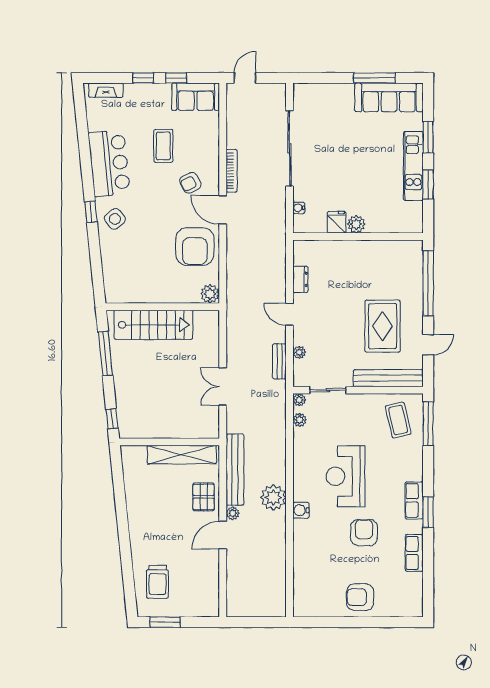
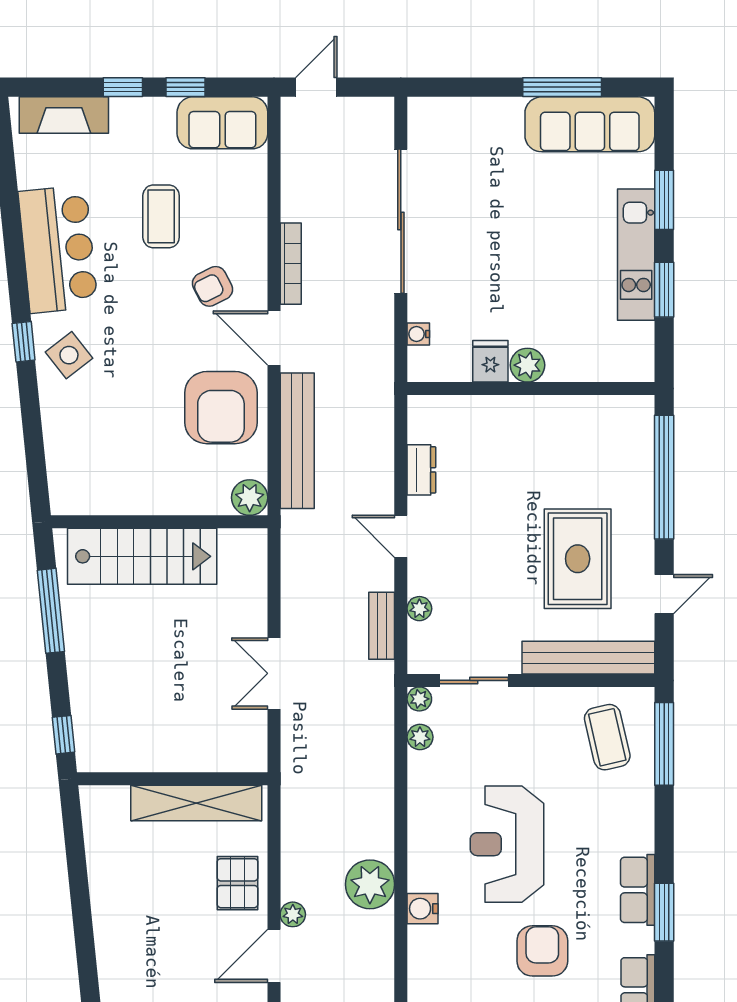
fireplace: (106, 90) -> (64, 115), width x1.37, depth x1.32
bench: (235, 470) -> (297, 441), moved

